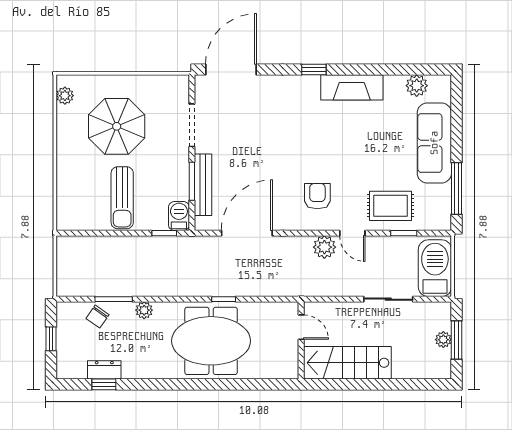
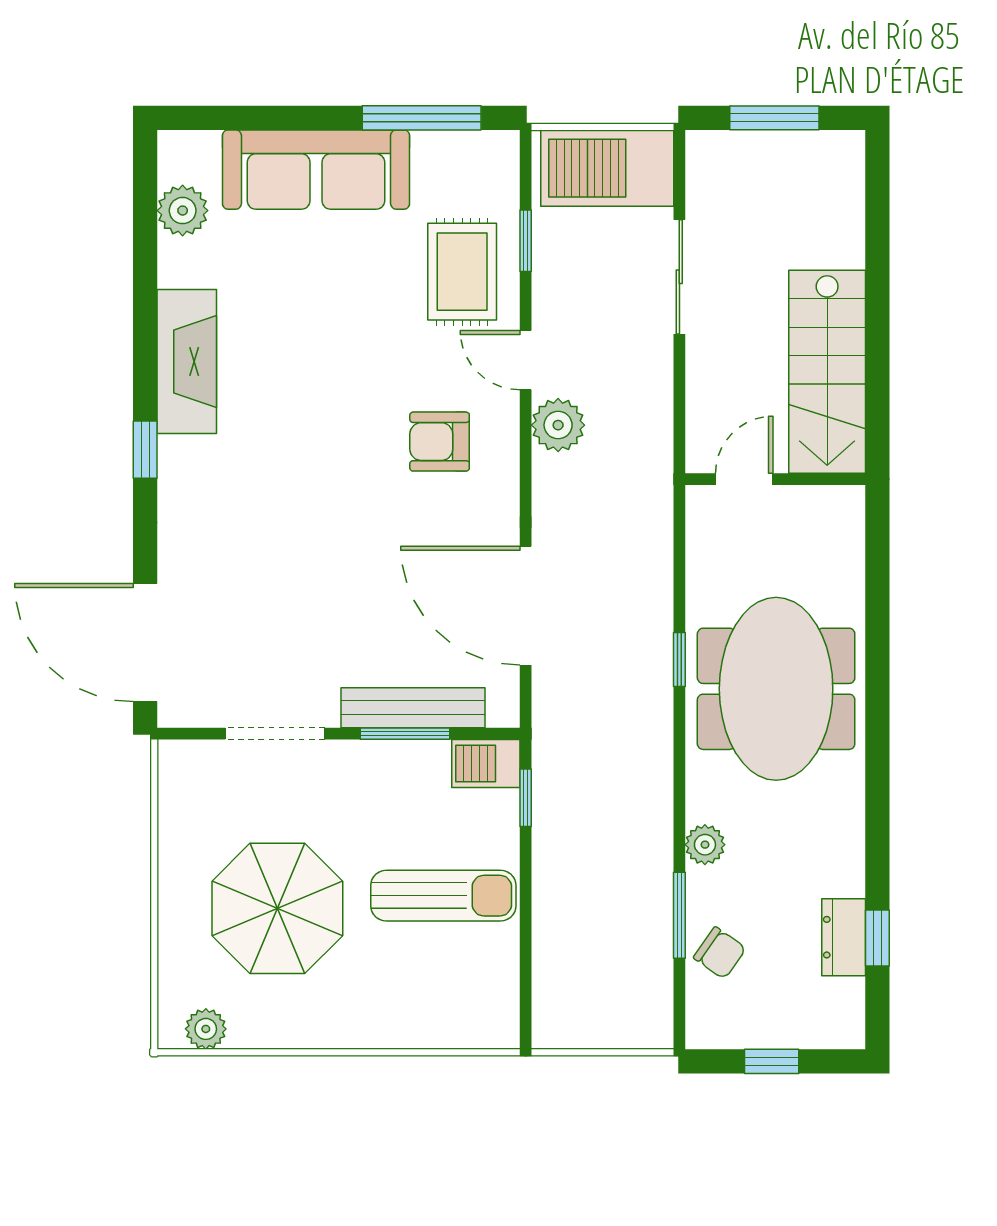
door: (352, 233) -> (526, 360), swing flipped
plant: (443, 340) -> (773, 149), removed

